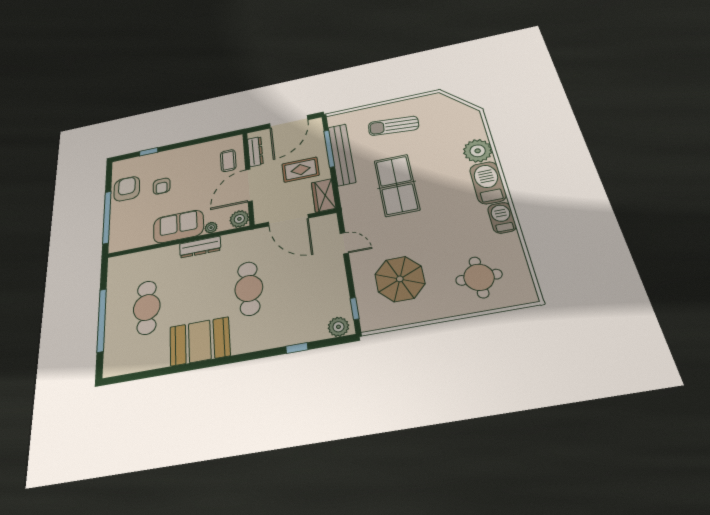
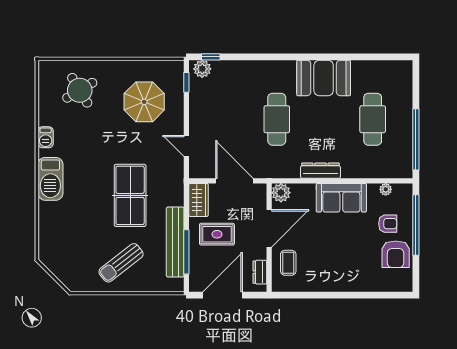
sun lounger: (393, 126) -> (121, 263), turned 137
plant: (478, 151) -> (51, 215), removed
window: (149, 152) -> (373, 295), removed
dresser: (255, 152) -> (260, 272), width x0.70
armchair: (162, 186) -> (388, 224), moved, turned 90
barbecue: (502, 218) -> (46, 137), width x0.73, depth x0.79
plant: (211, 228) -> (386, 189), moved
round table: (479, 277) -> (80, 90), turned -31
window: (102, 320) -> (416, 139), moved
window: (297, 348) -> (211, 57), moved

